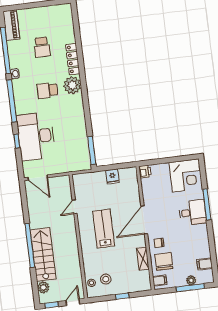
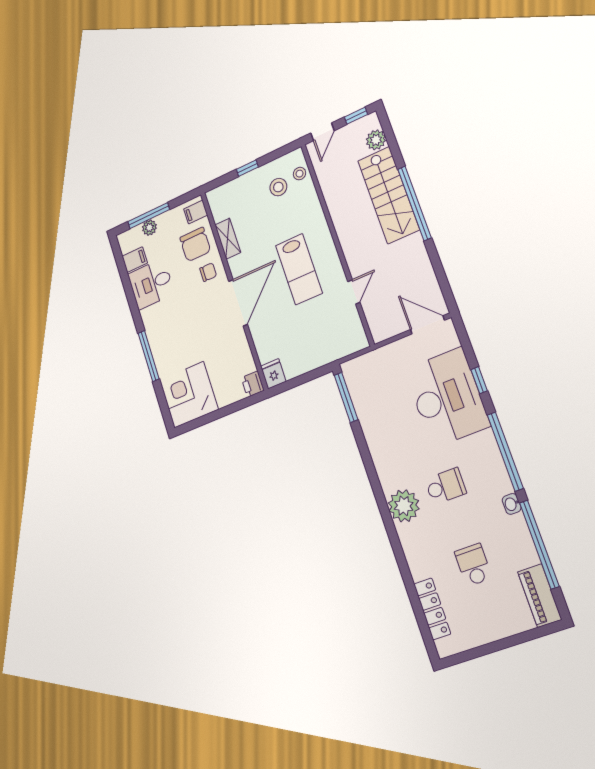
locker: (73, 59) -> (432, 609), moved
fridge: (112, 177) -> (273, 374), moved
desk: (193, 212) -> (151, 284), moved

